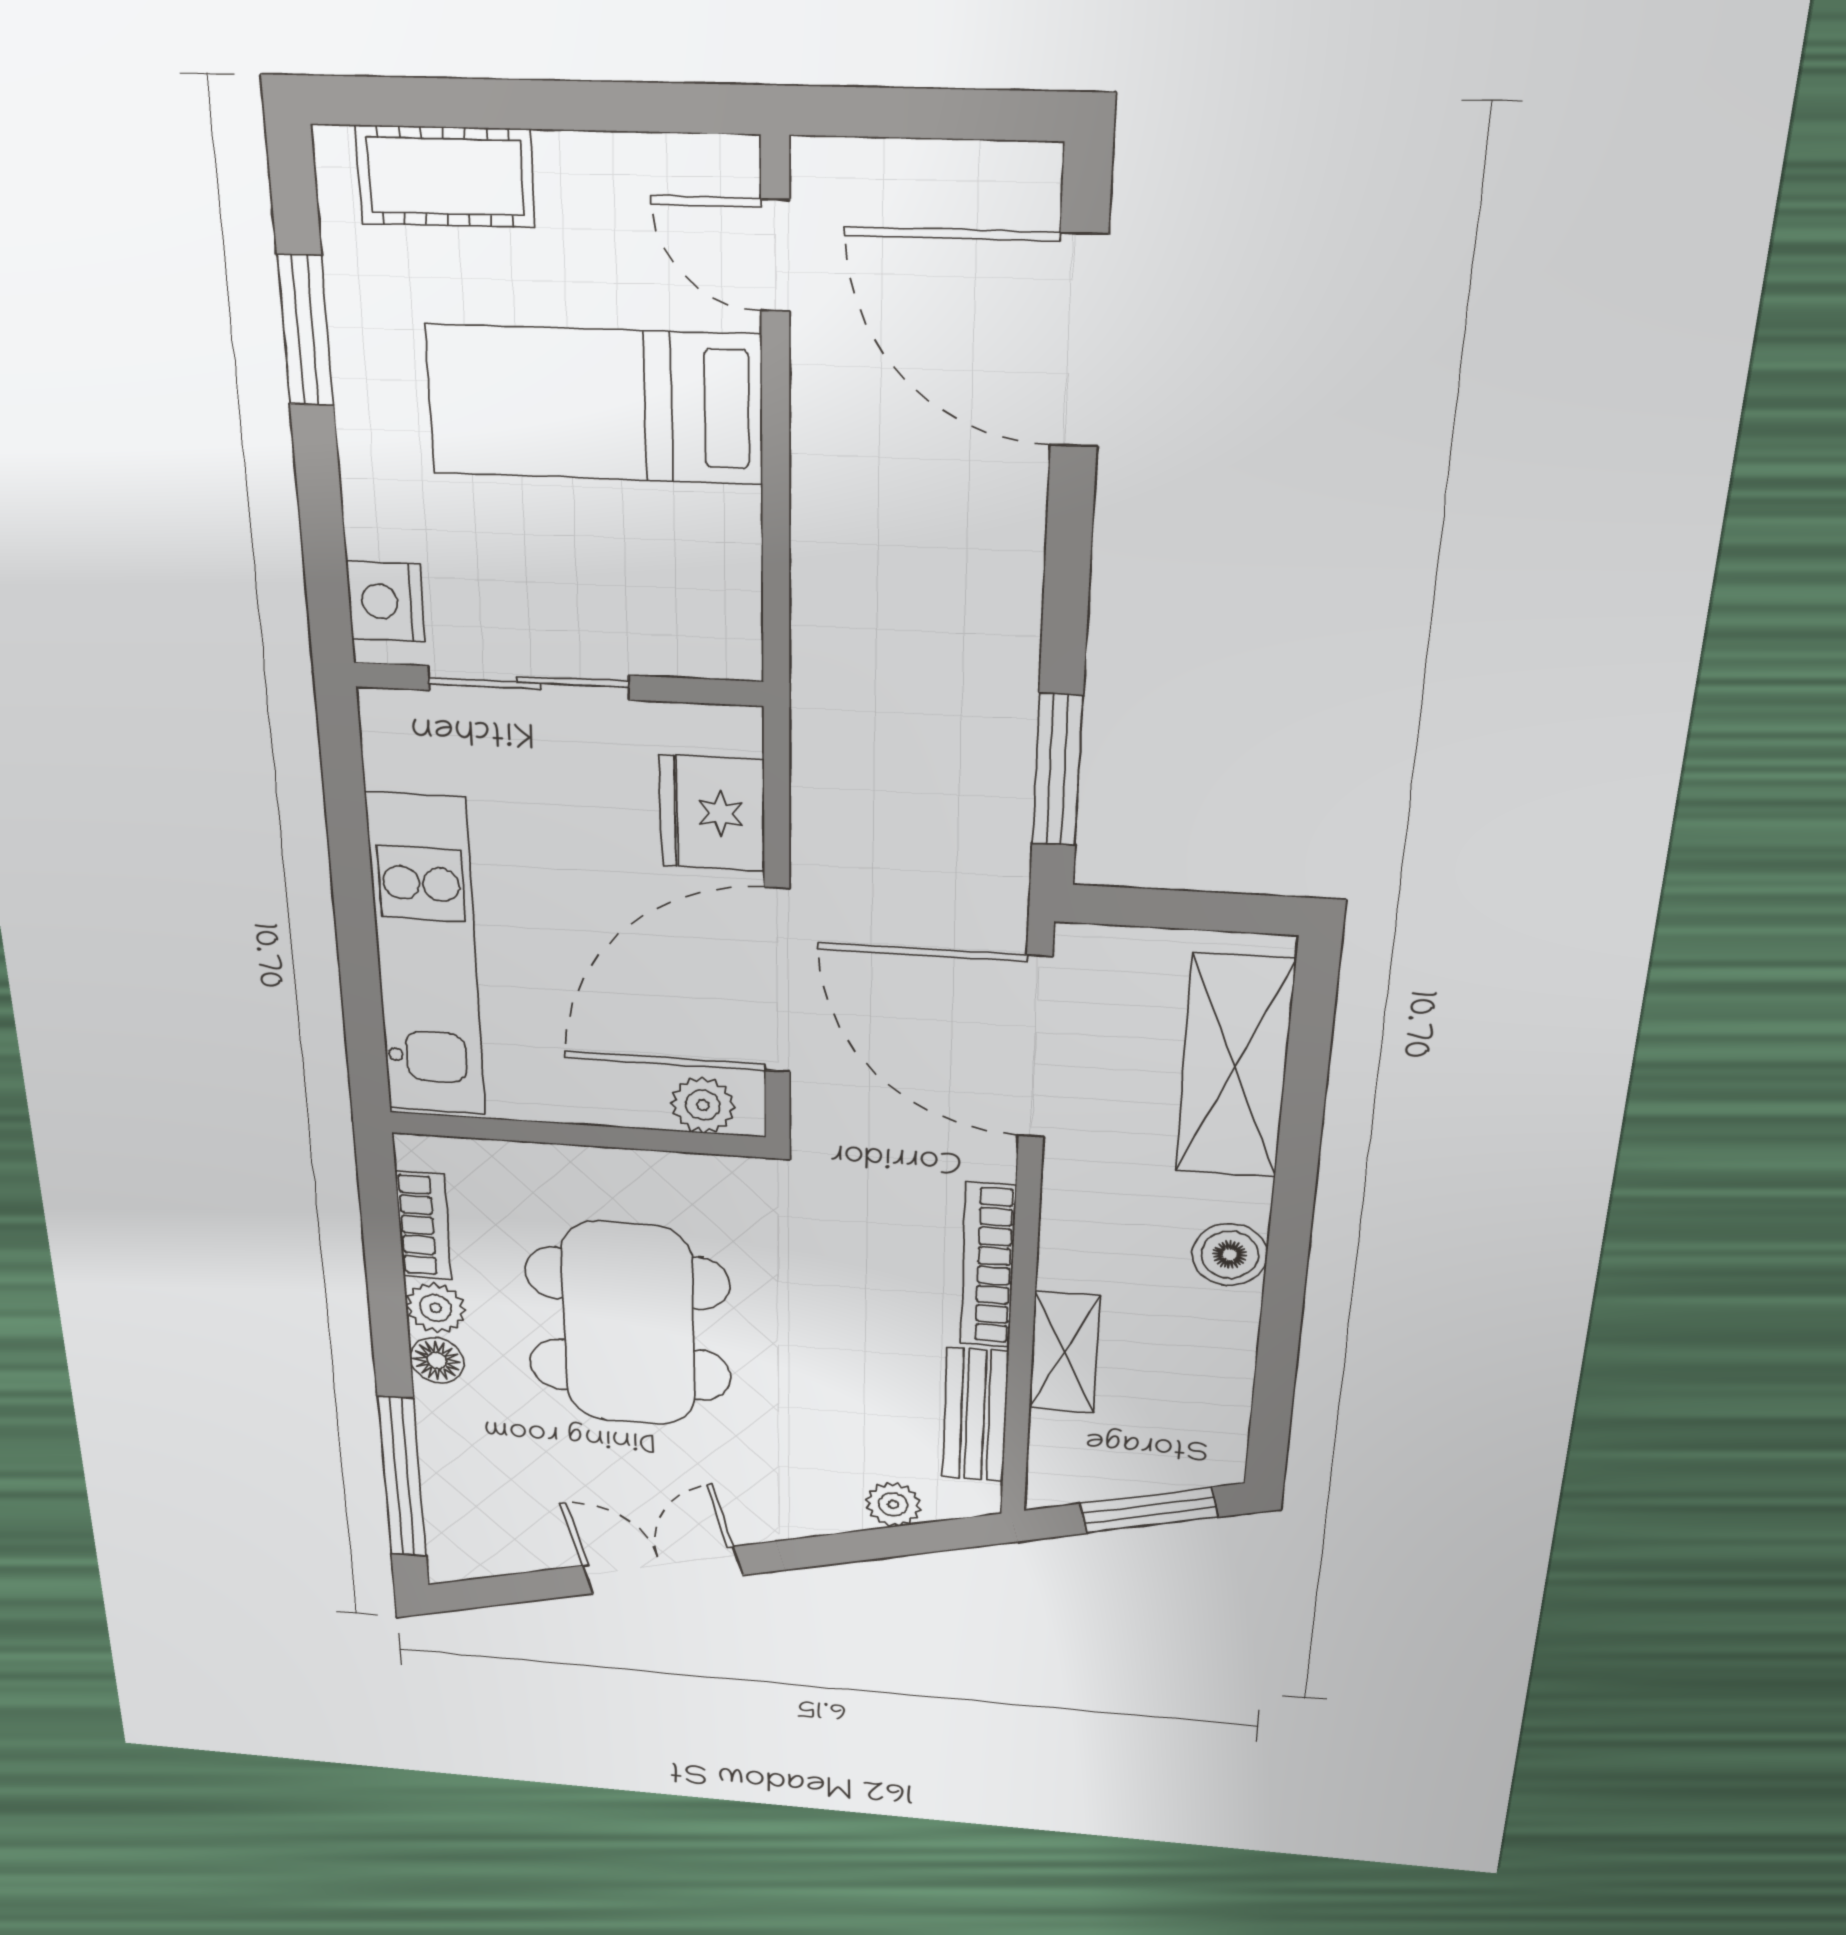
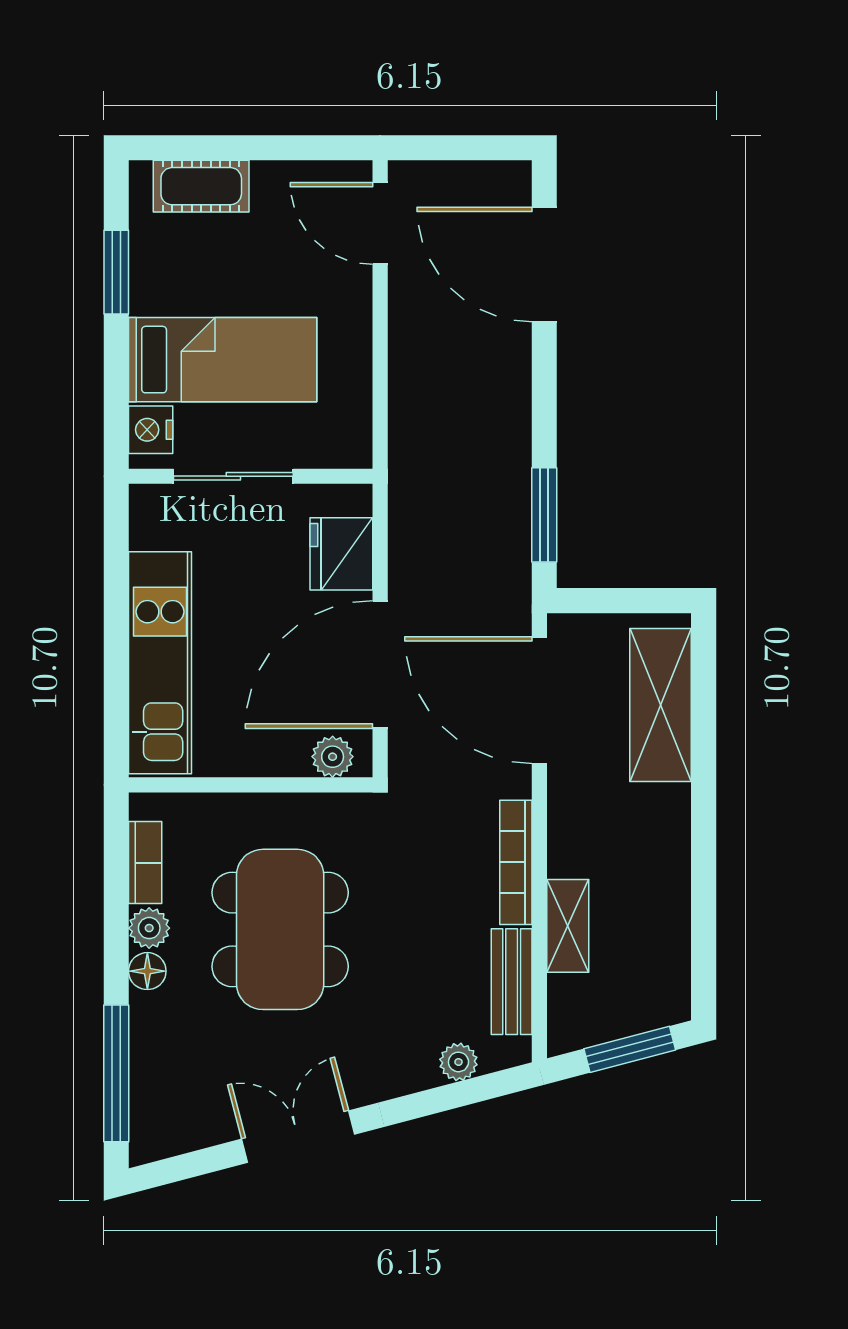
door: (775, 256) -> (380, 223), width x1.38
bed: (595, 404) -> (223, 360), moved, turned 180
boiler: (1230, 1255) -> (668, 841), removed

